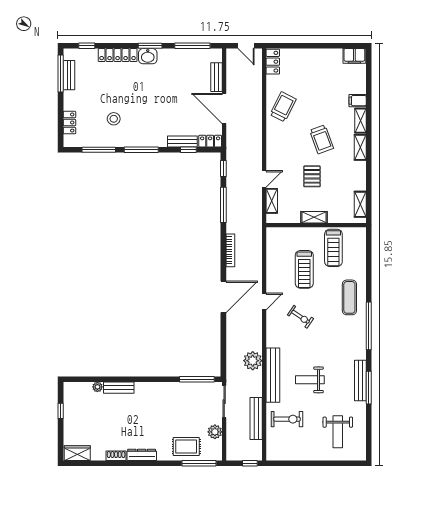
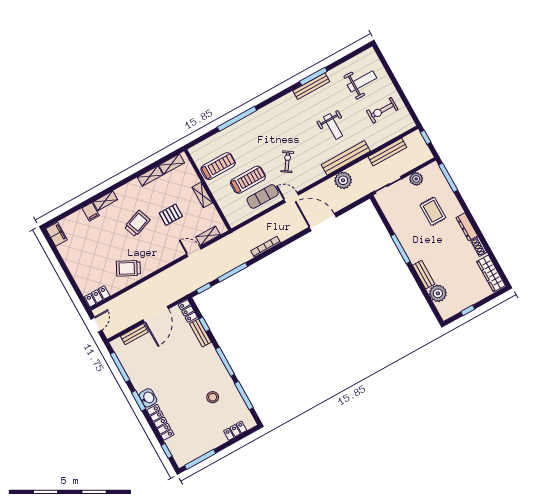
bench: (69, 75) -> (198, 452), removed
shelving: (360, 147) -> (150, 176), moved
door: (223, 297) -> (323, 222), moved
exercise mat: (349, 297) -> (263, 196), moved
window: (369, 326) -> (237, 119), moved
window: (197, 379) -> (400, 249), moved
plant: (97, 387) -> (438, 293), width x1.88, depth x1.88
exercise bike: (287, 419) -> (382, 110), moved, turned -90
rug: (186, 447) -> (433, 211), moved
wardrobe: (77, 453) -> (491, 274), width x1.50

